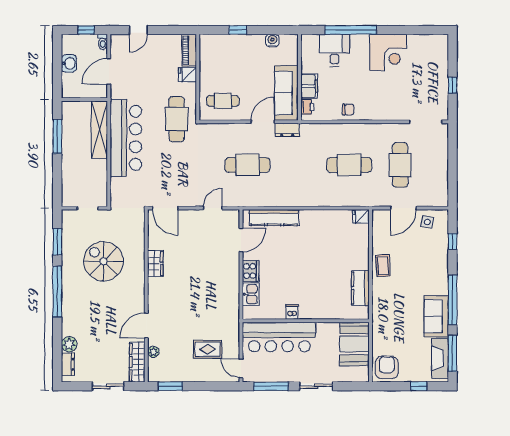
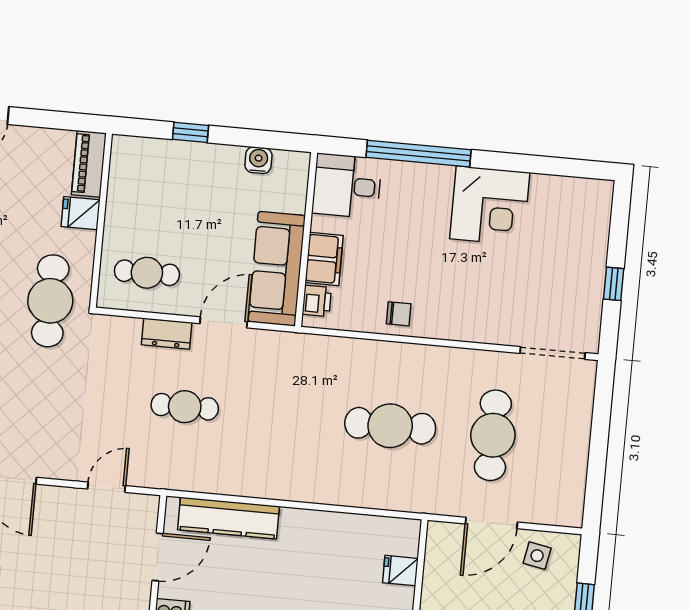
desk: (334, 50) -> (347, 186), moved, turned -90
dresser: (287, 130) -> (167, 334), moved
cafe table: (247, 165) -> (185, 407), width x0.73, depth x0.74
fridge: (361, 216) -> (400, 571), moved

